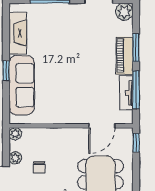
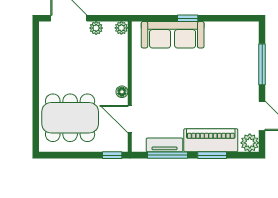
fireplace: (18, 33) -> (227, 31), removed
piano: (125, 56) -> (211, 140), width x1.37, depth x1.33
floor lamp: (76, 133) -> (122, 92), added
chair: (39, 167) -> (86, 53), removed

